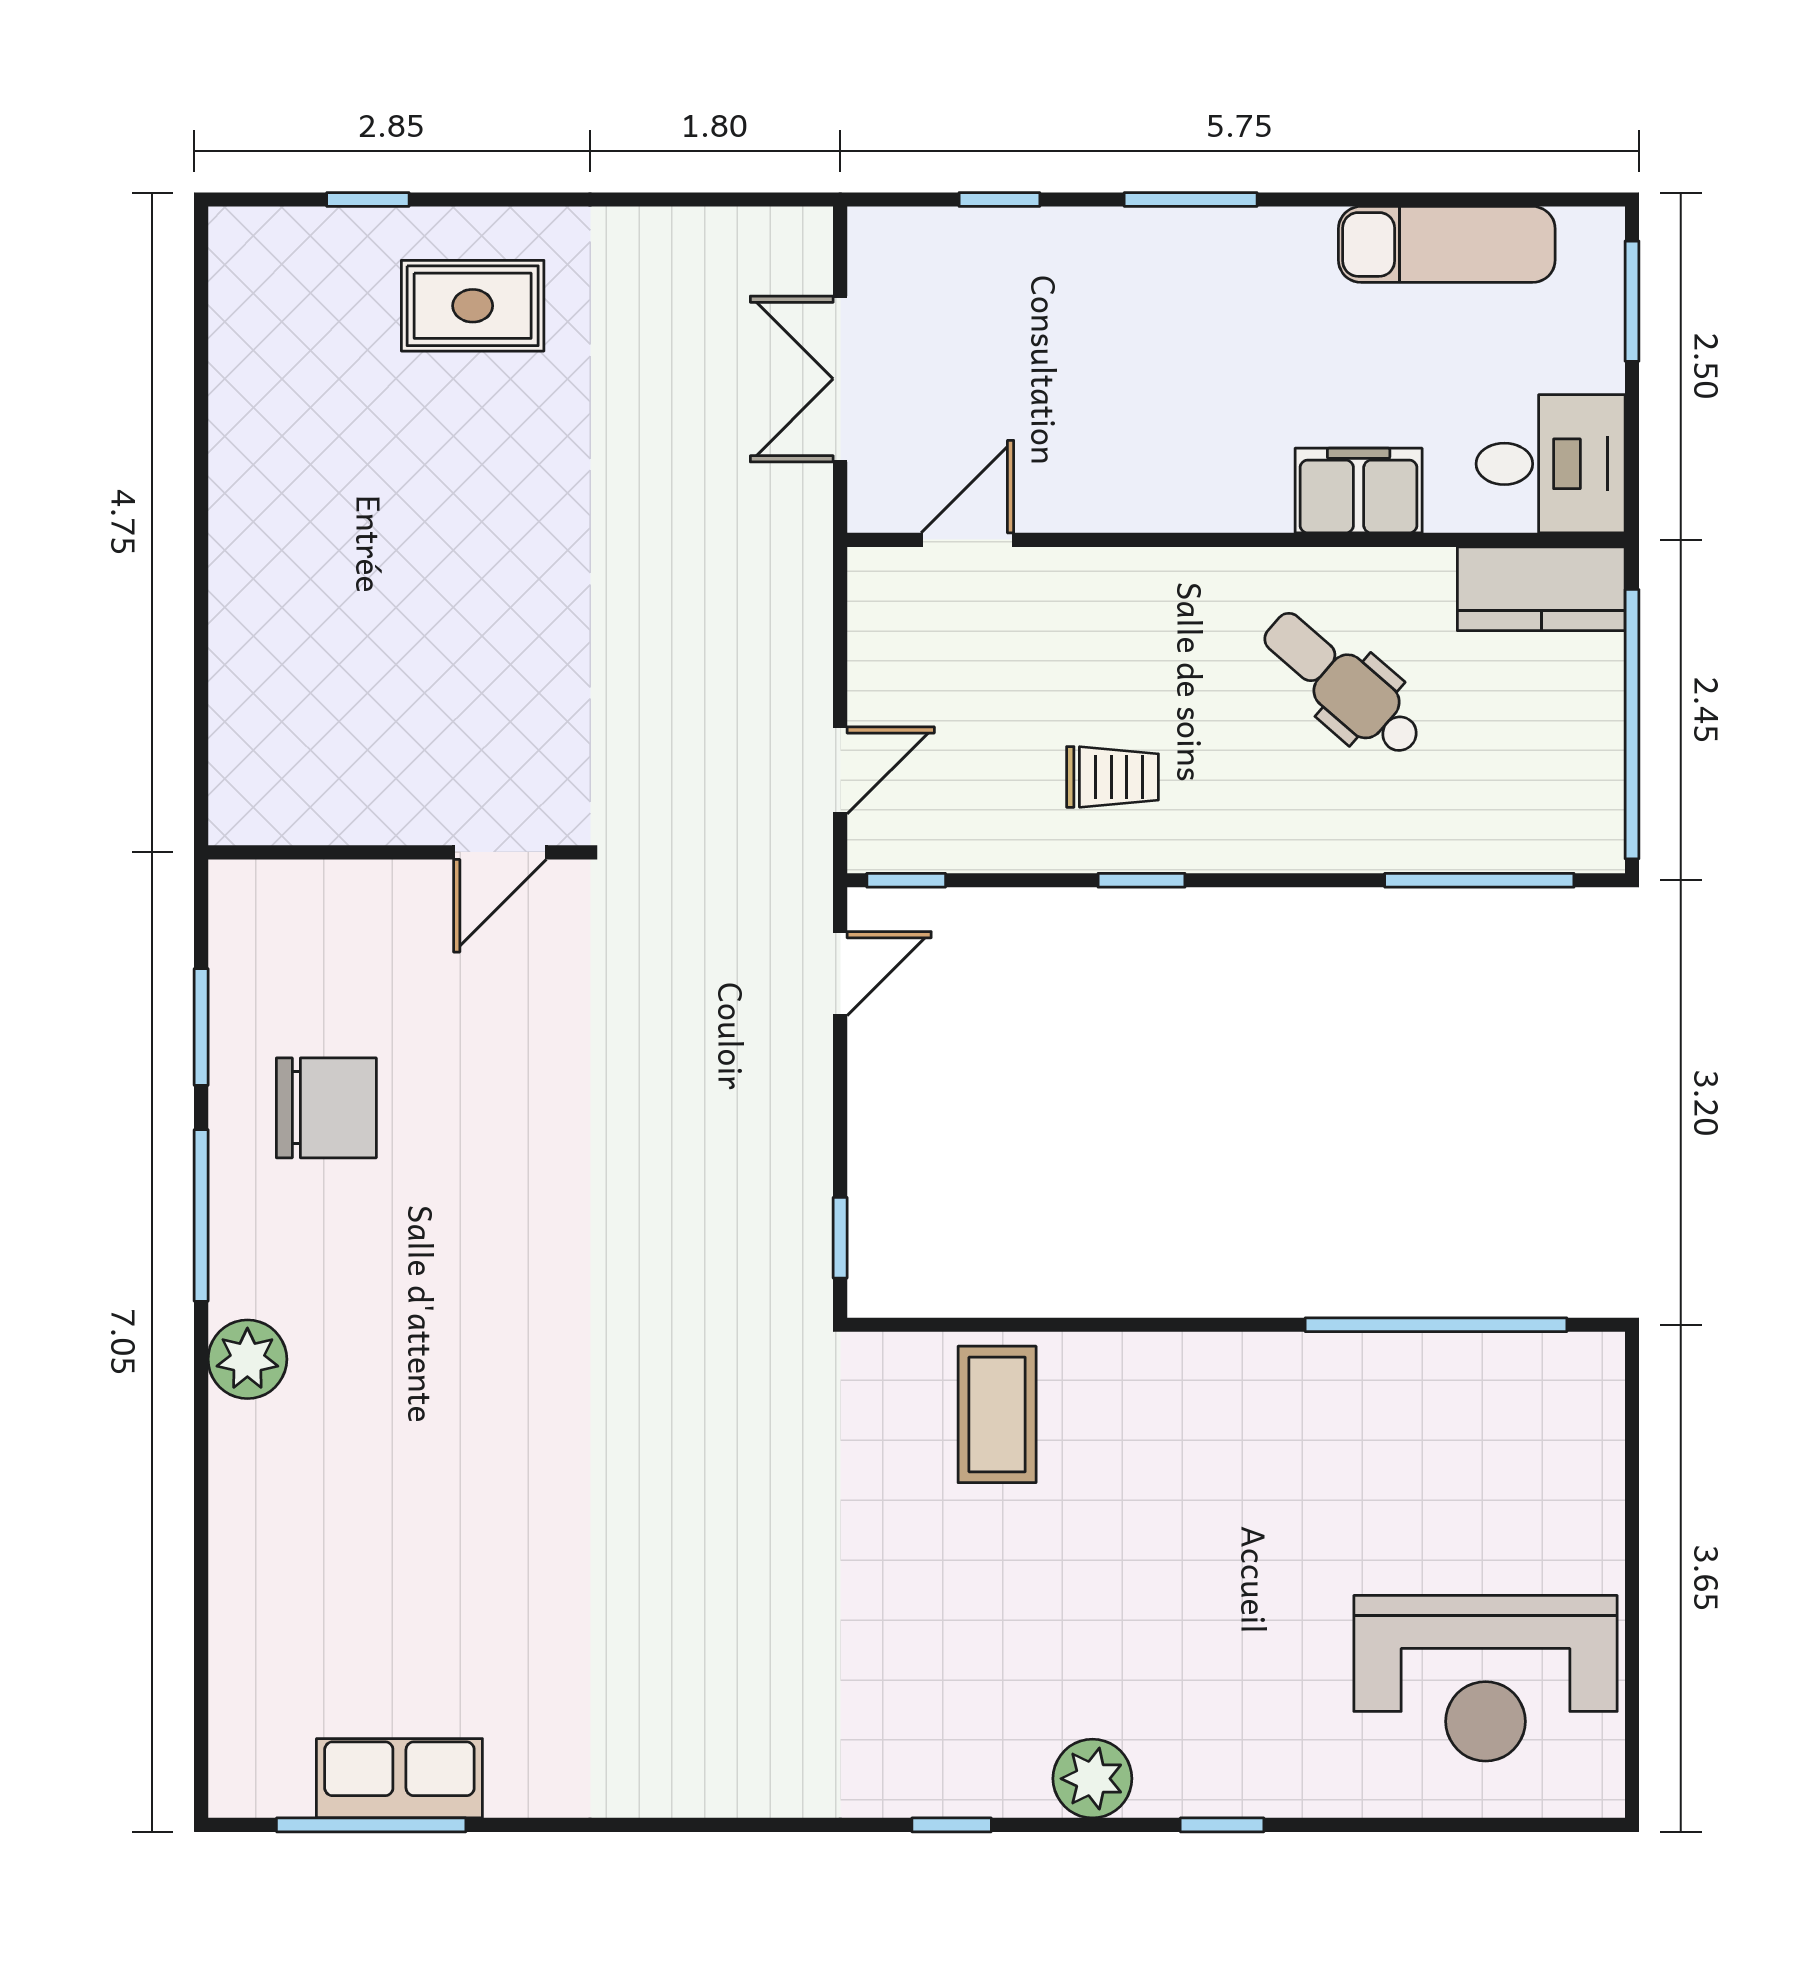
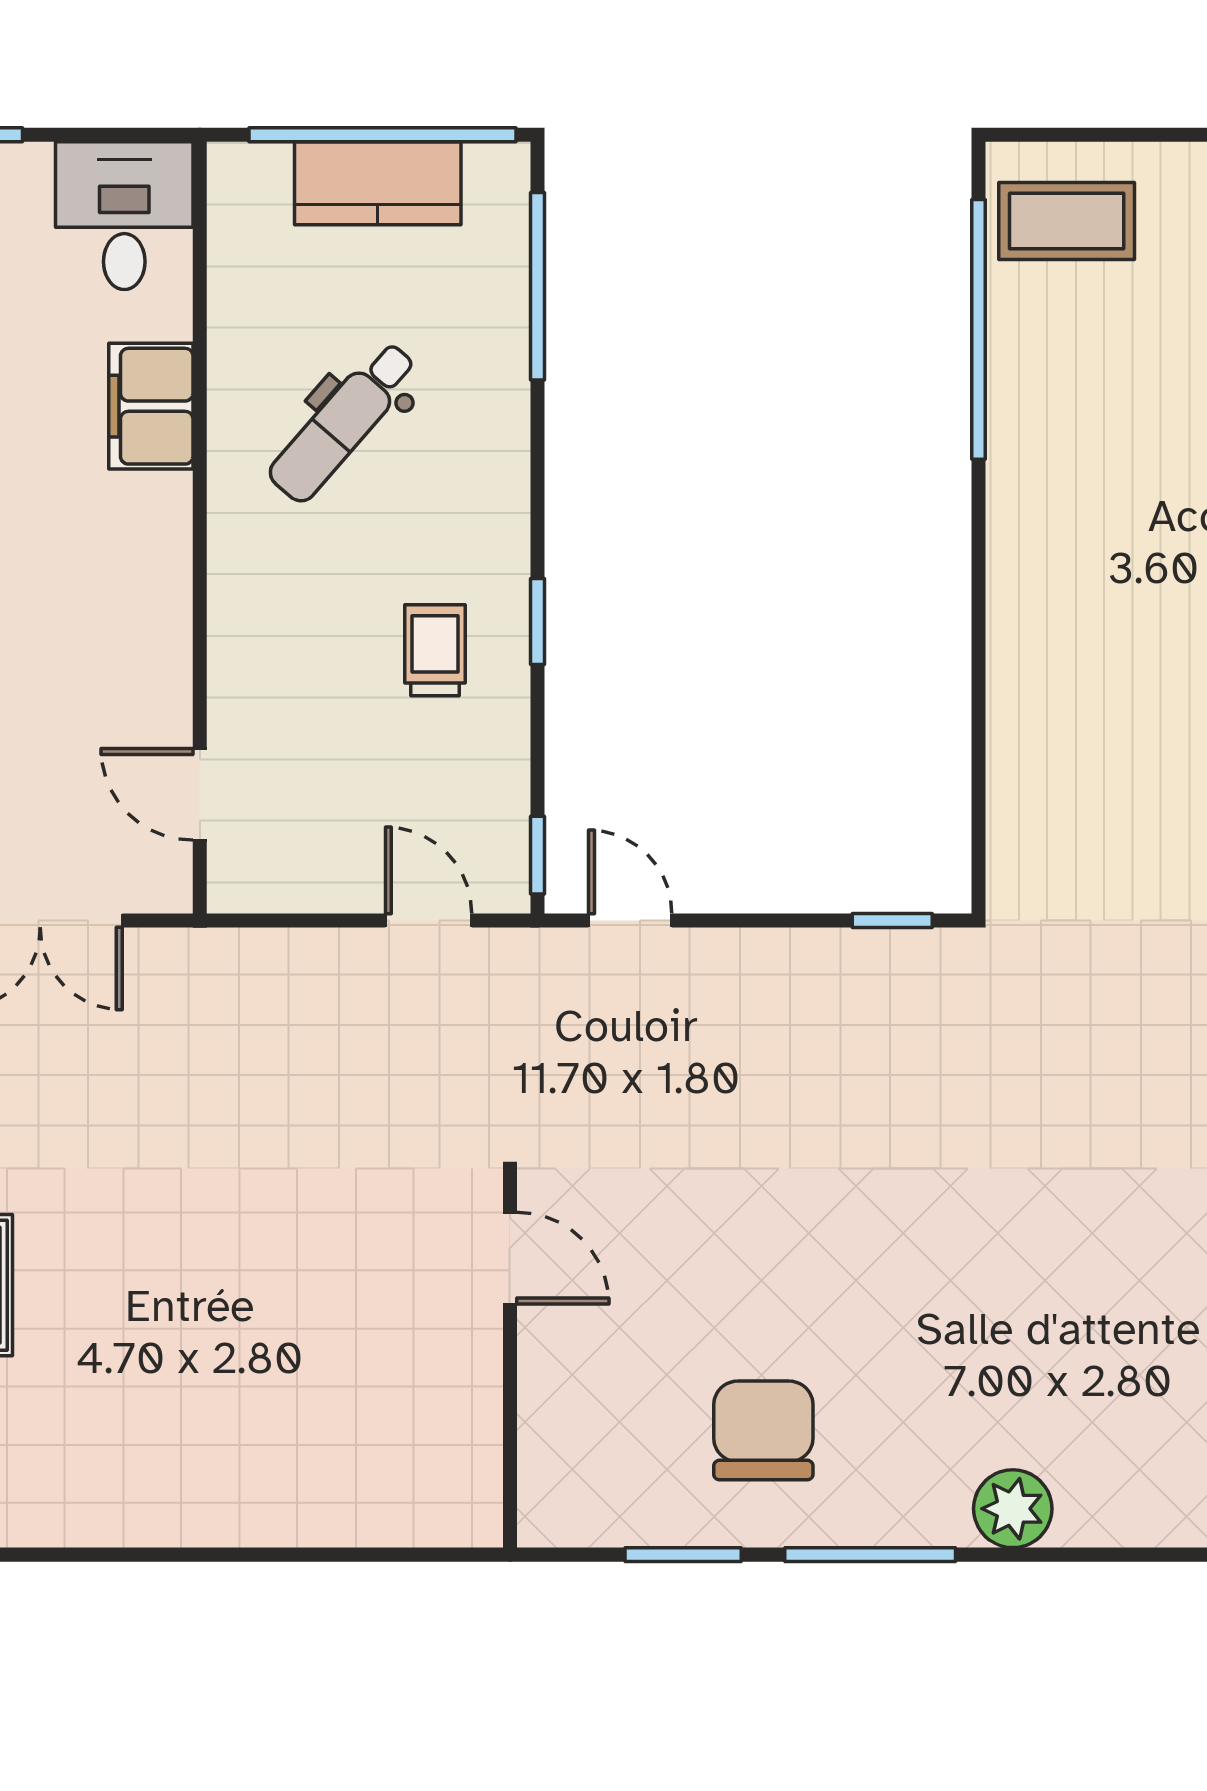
kitchen counter: (1541, 589) -> (378, 183), moved, turned 90
coffee table: (997, 1414) -> (1067, 221), moved

